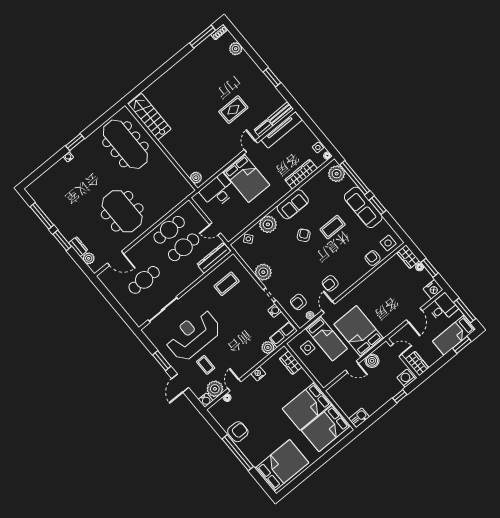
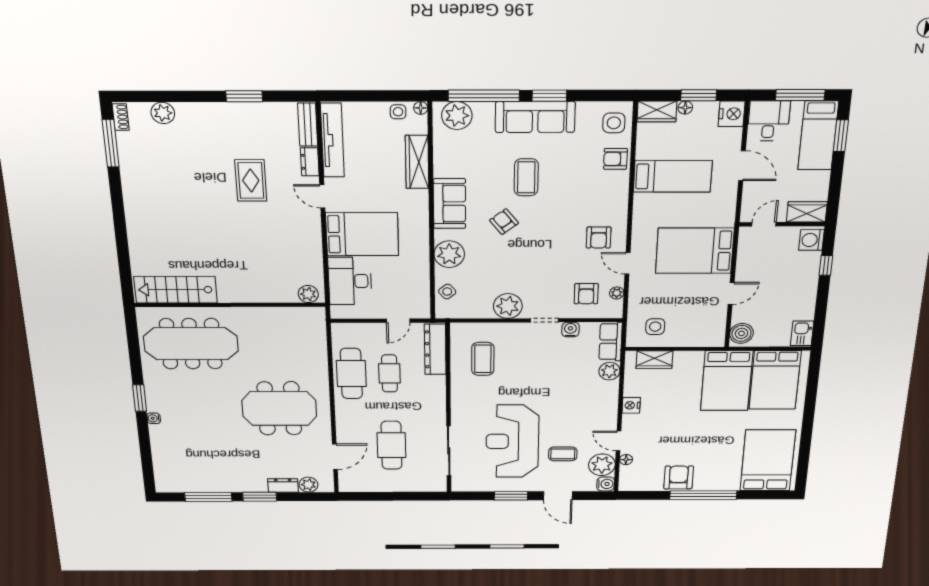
cafe table: (184, 247) -> (389, 373), width x0.73, depth x0.74
bed: (326, 338) -> (673, 176), moved
boiler: (372, 361) -> (741, 333), moved

